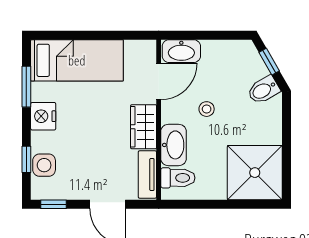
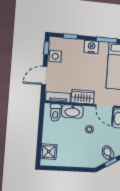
bidet: (263, 90) -> (108, 153), moved
side table: (44, 165) -> (55, 56), moved
shower: (255, 173) -> (49, 152), width x0.54, depth x0.54

